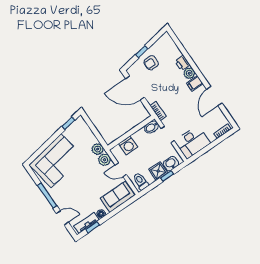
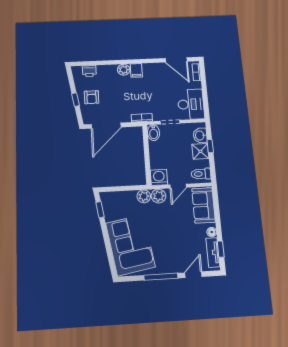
printer: (182, 63) -> (89, 71), moved
door: (214, 96) -> (176, 60), moved
washing machine: (128, 145) -> (159, 177), moved, turned -90

